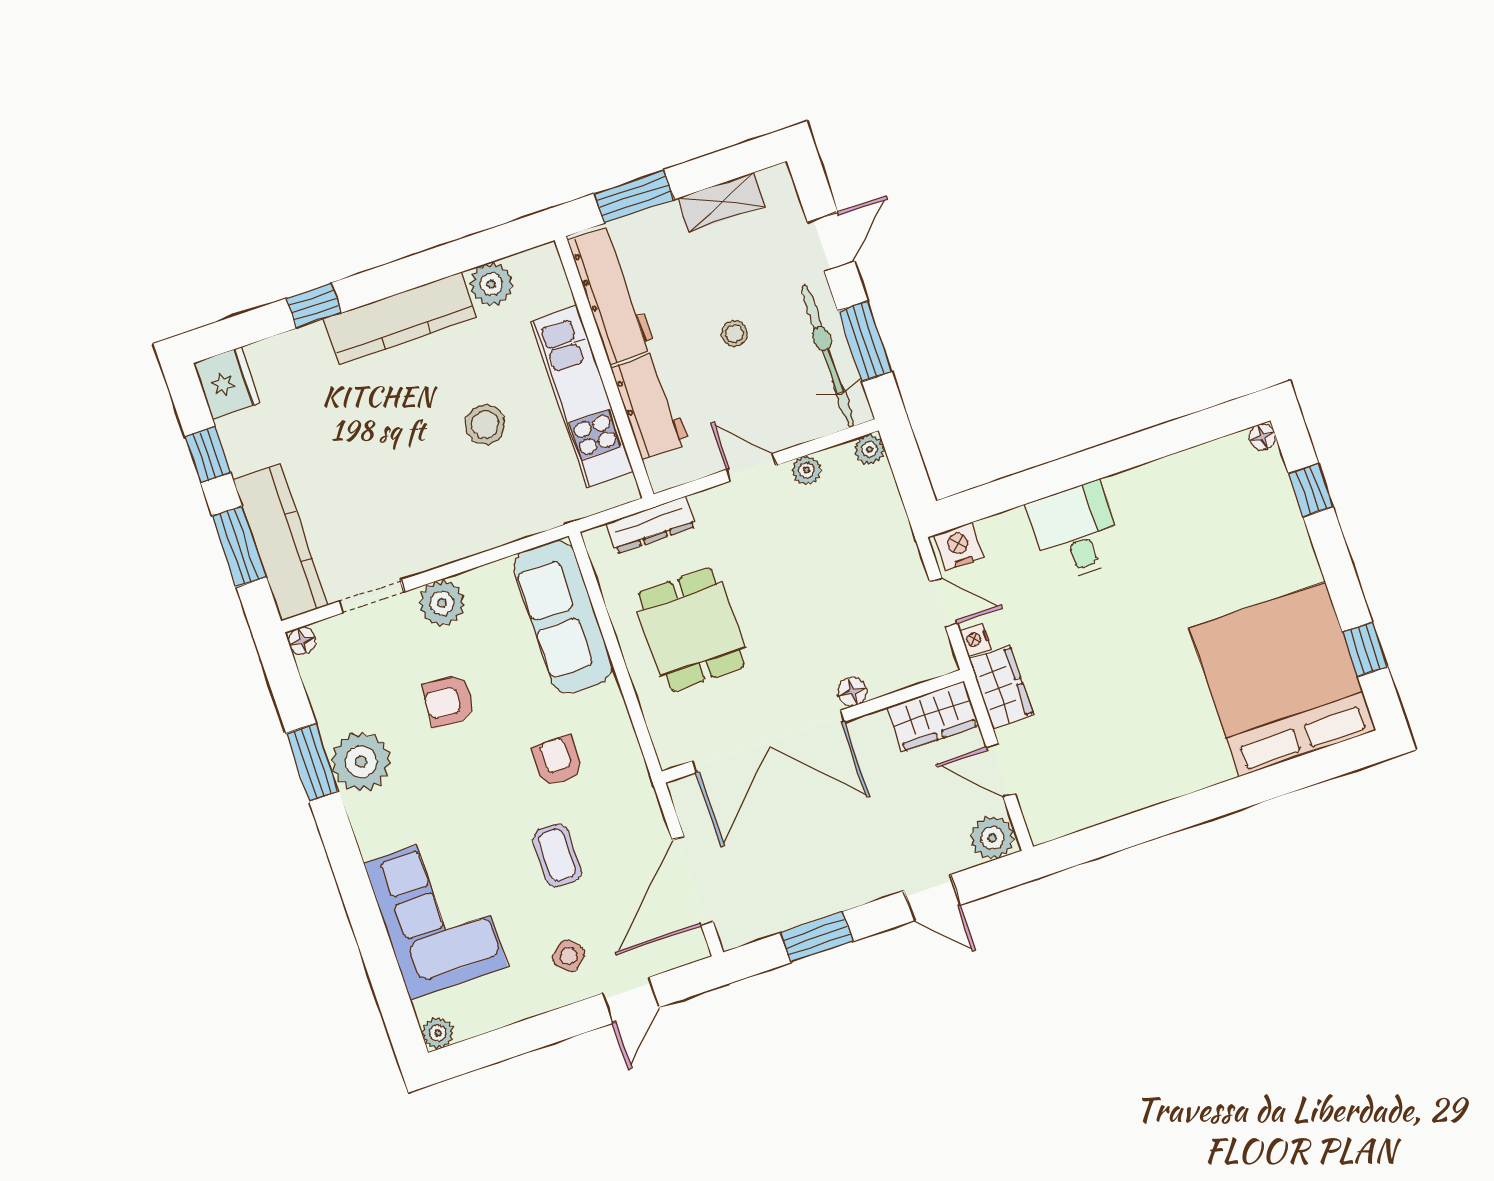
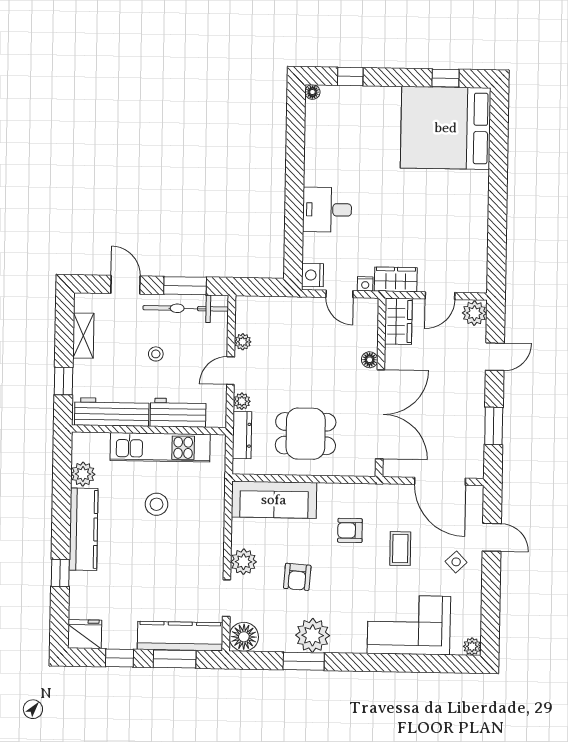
window: (634, 196) -> (64, 381), width x0.67
plant: (869, 449) -> (242, 401), moved
door: (944, 602) -> (339, 294), swing flipped
floor lamp: (302, 641) -> (244, 637), width x1.89, depth x1.89
coffee table: (557, 855) -> (400, 549), turned 90

